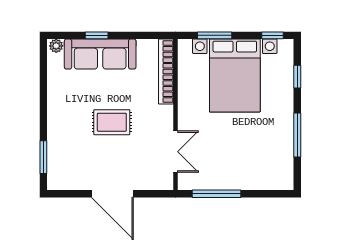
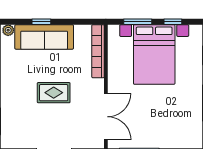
window: (273, 35) -> (173, 22), moved
double door: (176, 152) -> (106, 117), width x1.37

